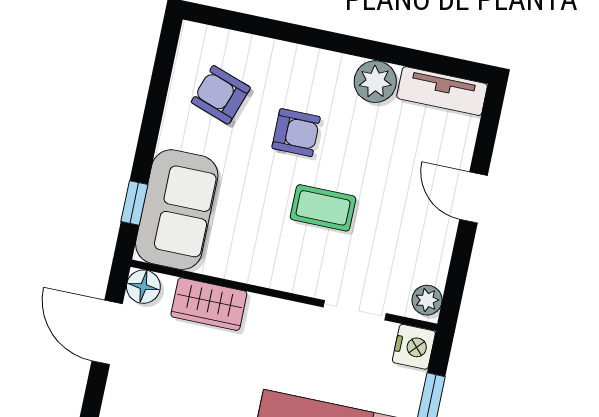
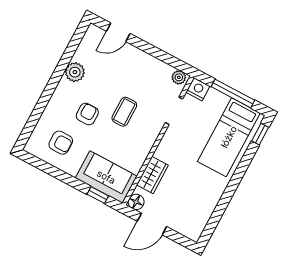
tv unit: (442, 91) -> (88, 44), removed
armchair: (221, 95) -> (61, 143), turned -109
door: (473, 198) -> (118, 32), moved

